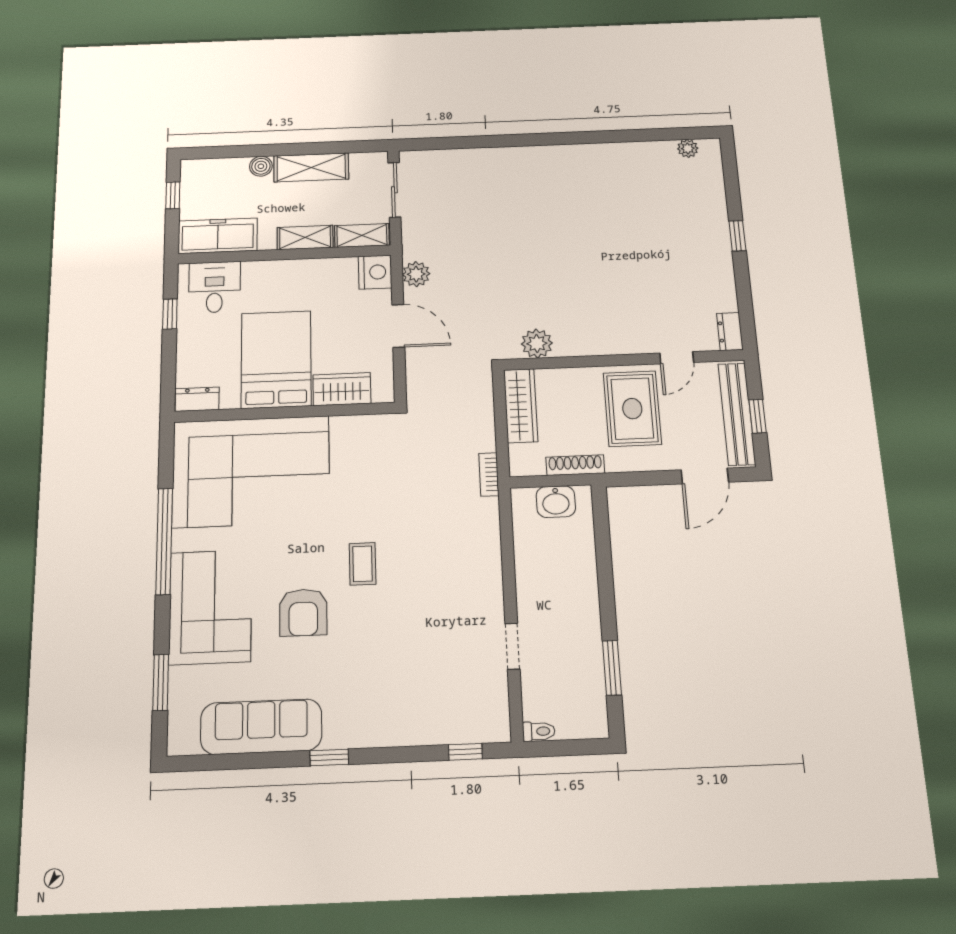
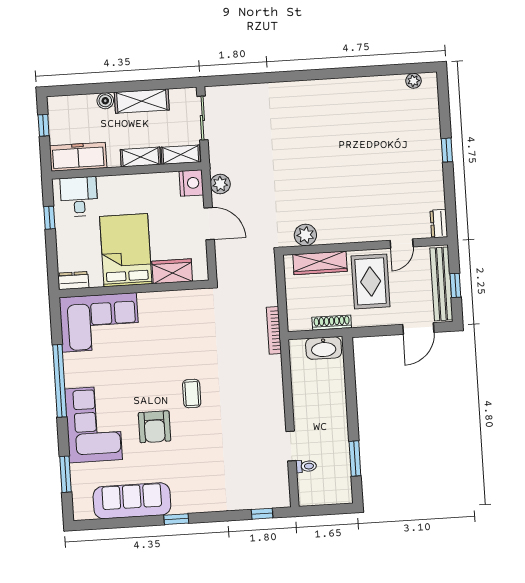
wardrobe: (521, 406) -> (320, 263), moved, turned 90
corner sofa: (251, 471) -> (99, 322), width x0.73, depth x0.74
bookcase: (489, 475) -> (274, 330), width x1.56
washbasin: (556, 502) -> (324, 348), width x1.38
toilet: (539, 731) -> (306, 466), moved

